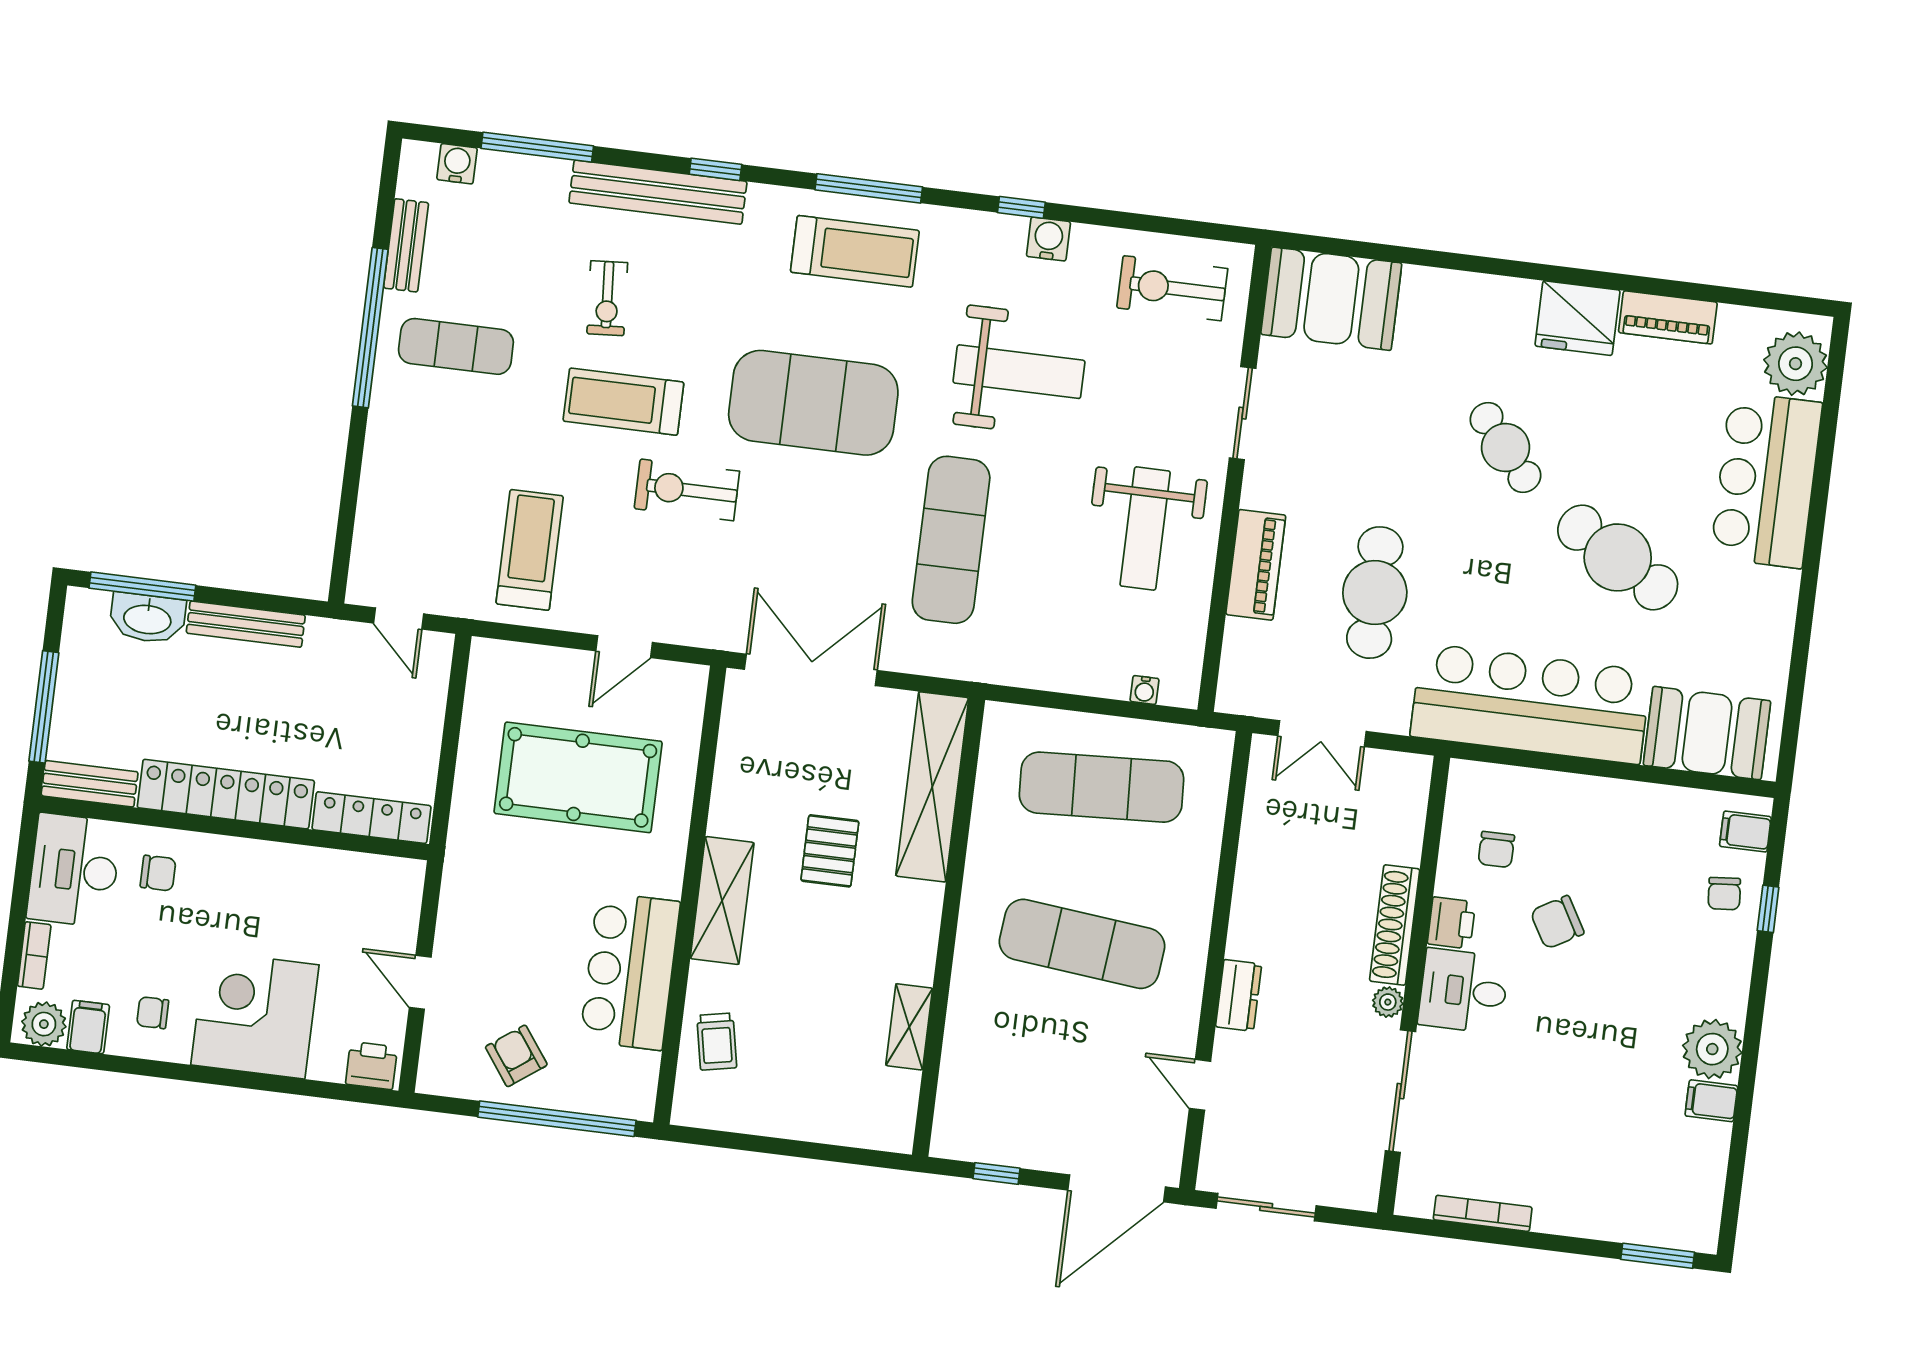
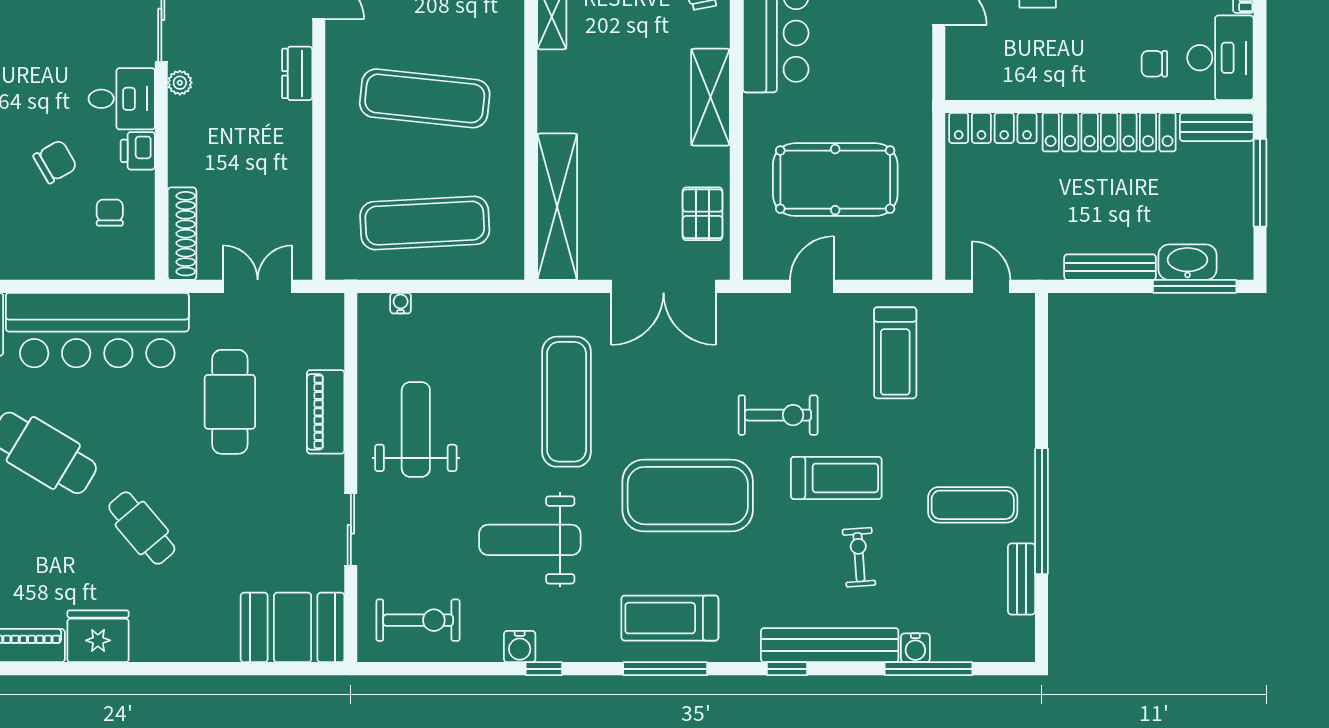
water cooler: (457, 164) -> (915, 648), moved
pallet: (830, 851) -> (703, 214), moved
shoe rack: (1395, 925) -> (182, 234), moved

